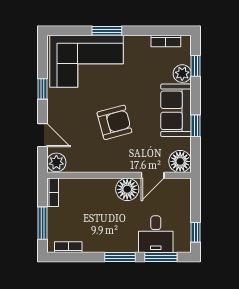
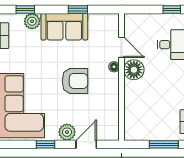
armchair: (114, 122) -> (75, 81), turned 105
floor lamp: (180, 161) -> (114, 67), moved, width x0.53, depth x0.53
plant: (56, 162) -> (67, 132), moved
bookcase: (53, 192) -> (137, 135), removed

